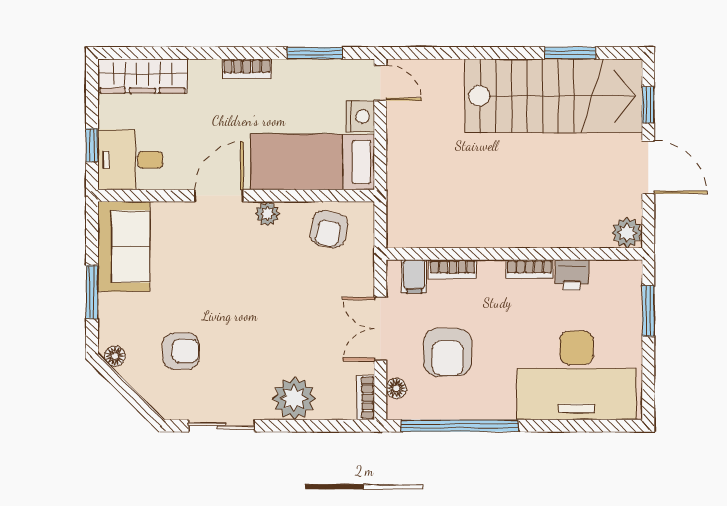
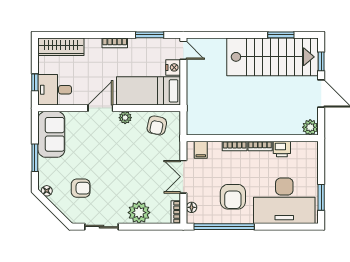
bookcase: (453, 269) -> (235, 146), moved
window: (648, 311) -> (321, 197), moved
armchair: (448, 352) -> (233, 197), moved

